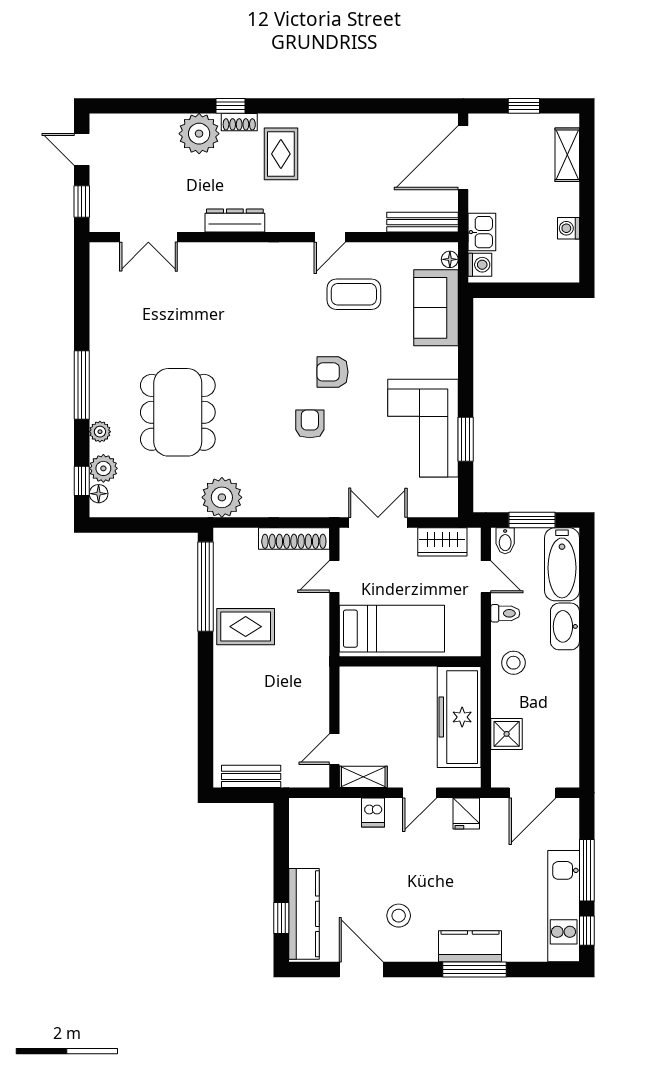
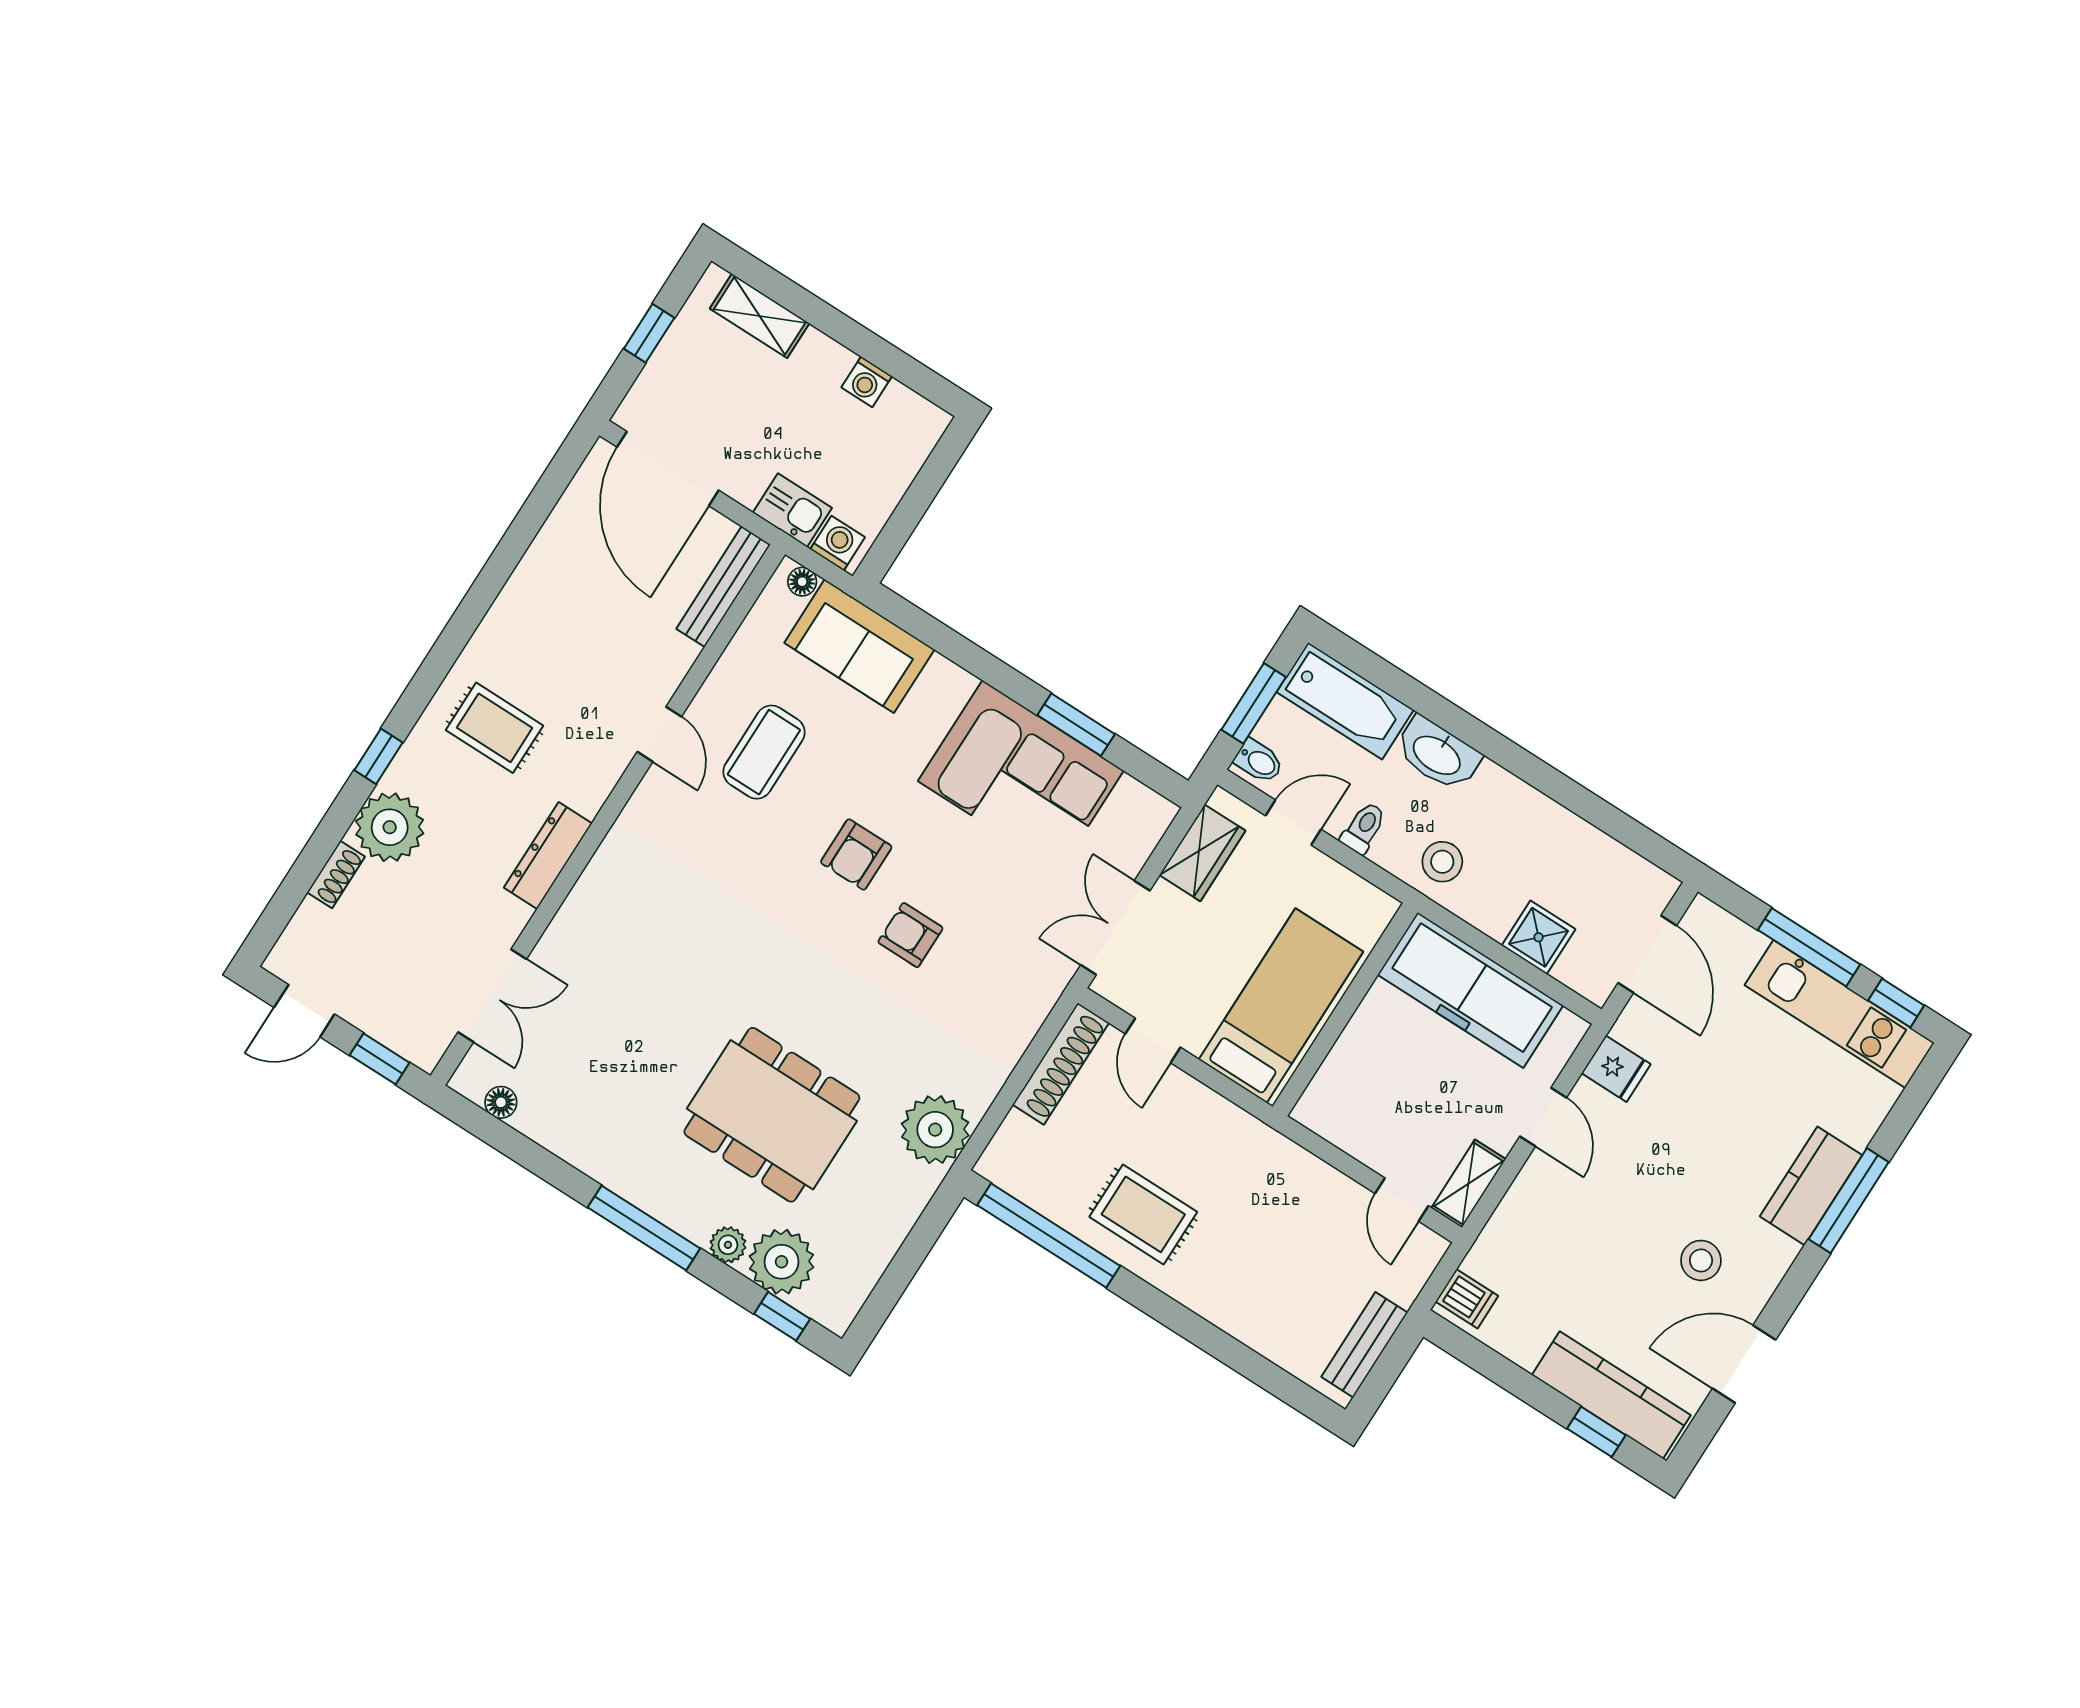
shoe rack: (239, 122) -> (336, 875), moved
plant: (103, 468) -> (782, 1262), width x1.36, depth x1.36
floor lamp: (99, 494) -> (501, 1102), moved
rug: (246, 627) -> (1143, 1214), turned 90
dishwasher: (373, 812) -> (1467, 1299), moved

